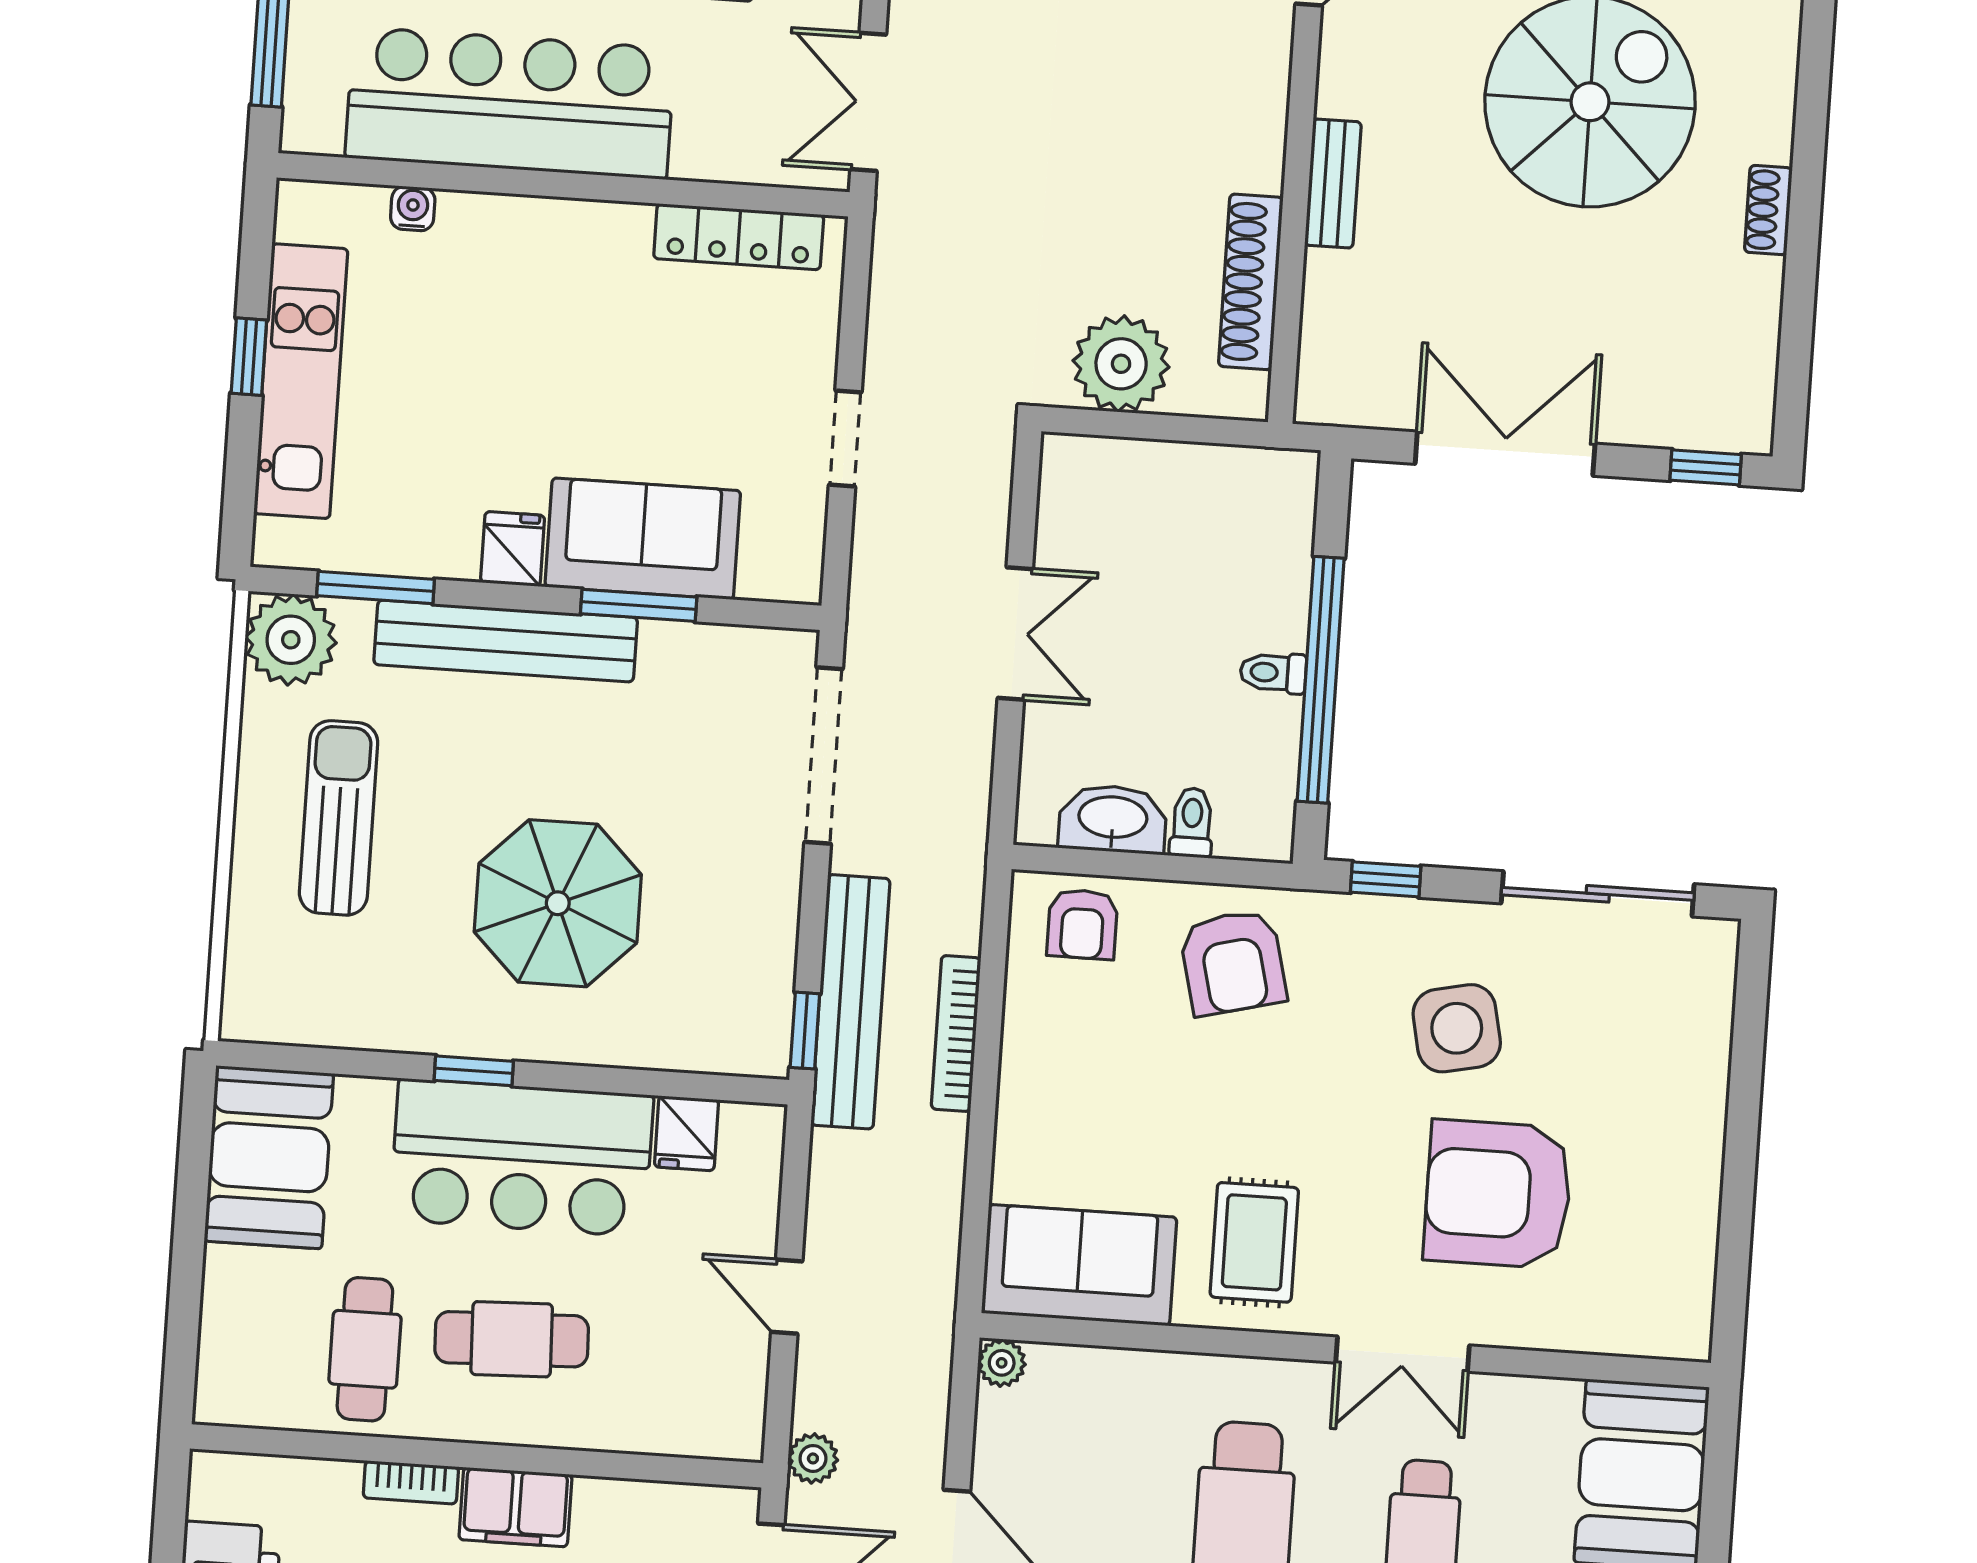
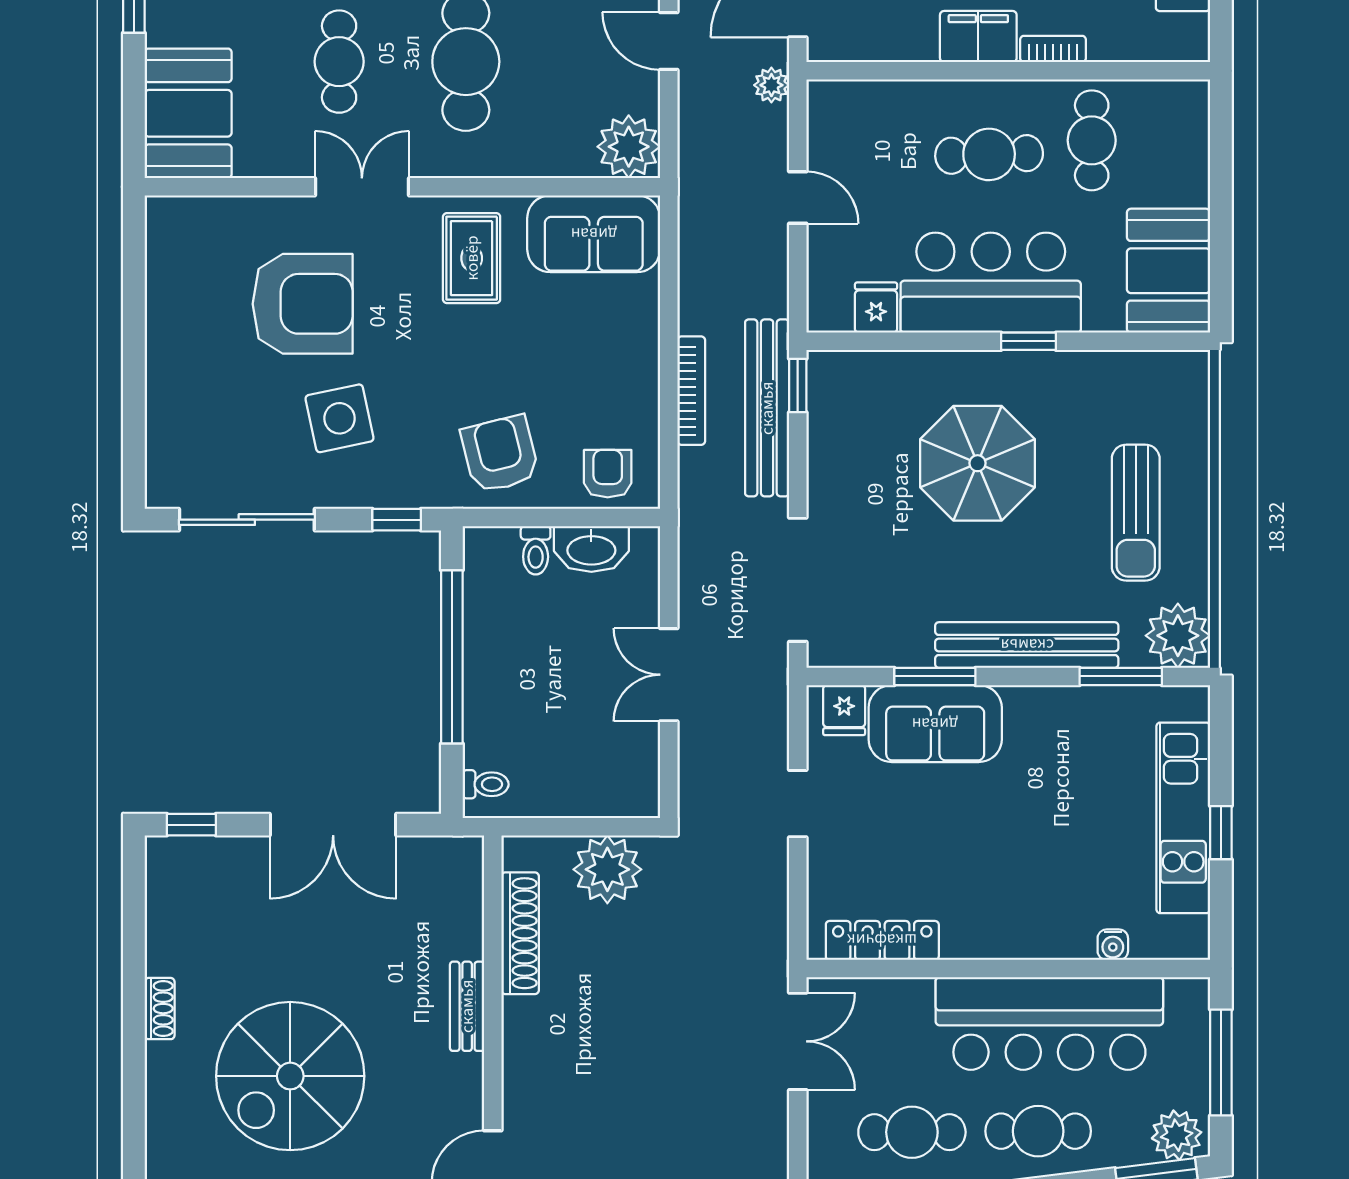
fridge: (513, 549) -> (844, 710), moved
toilet: (1273, 673) -> (486, 784), moved
plant: (1002, 1363) -> (629, 147), width x1.88, depth x1.88

